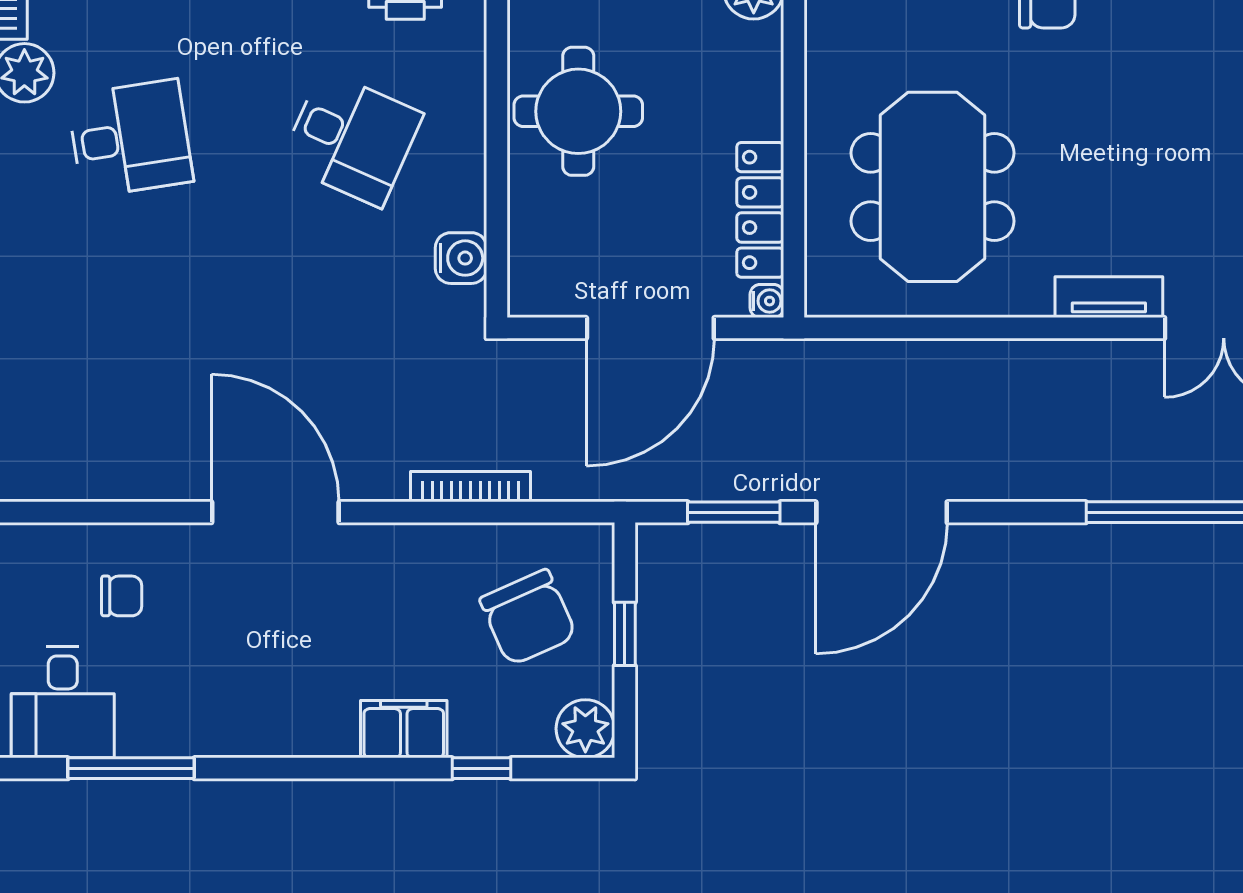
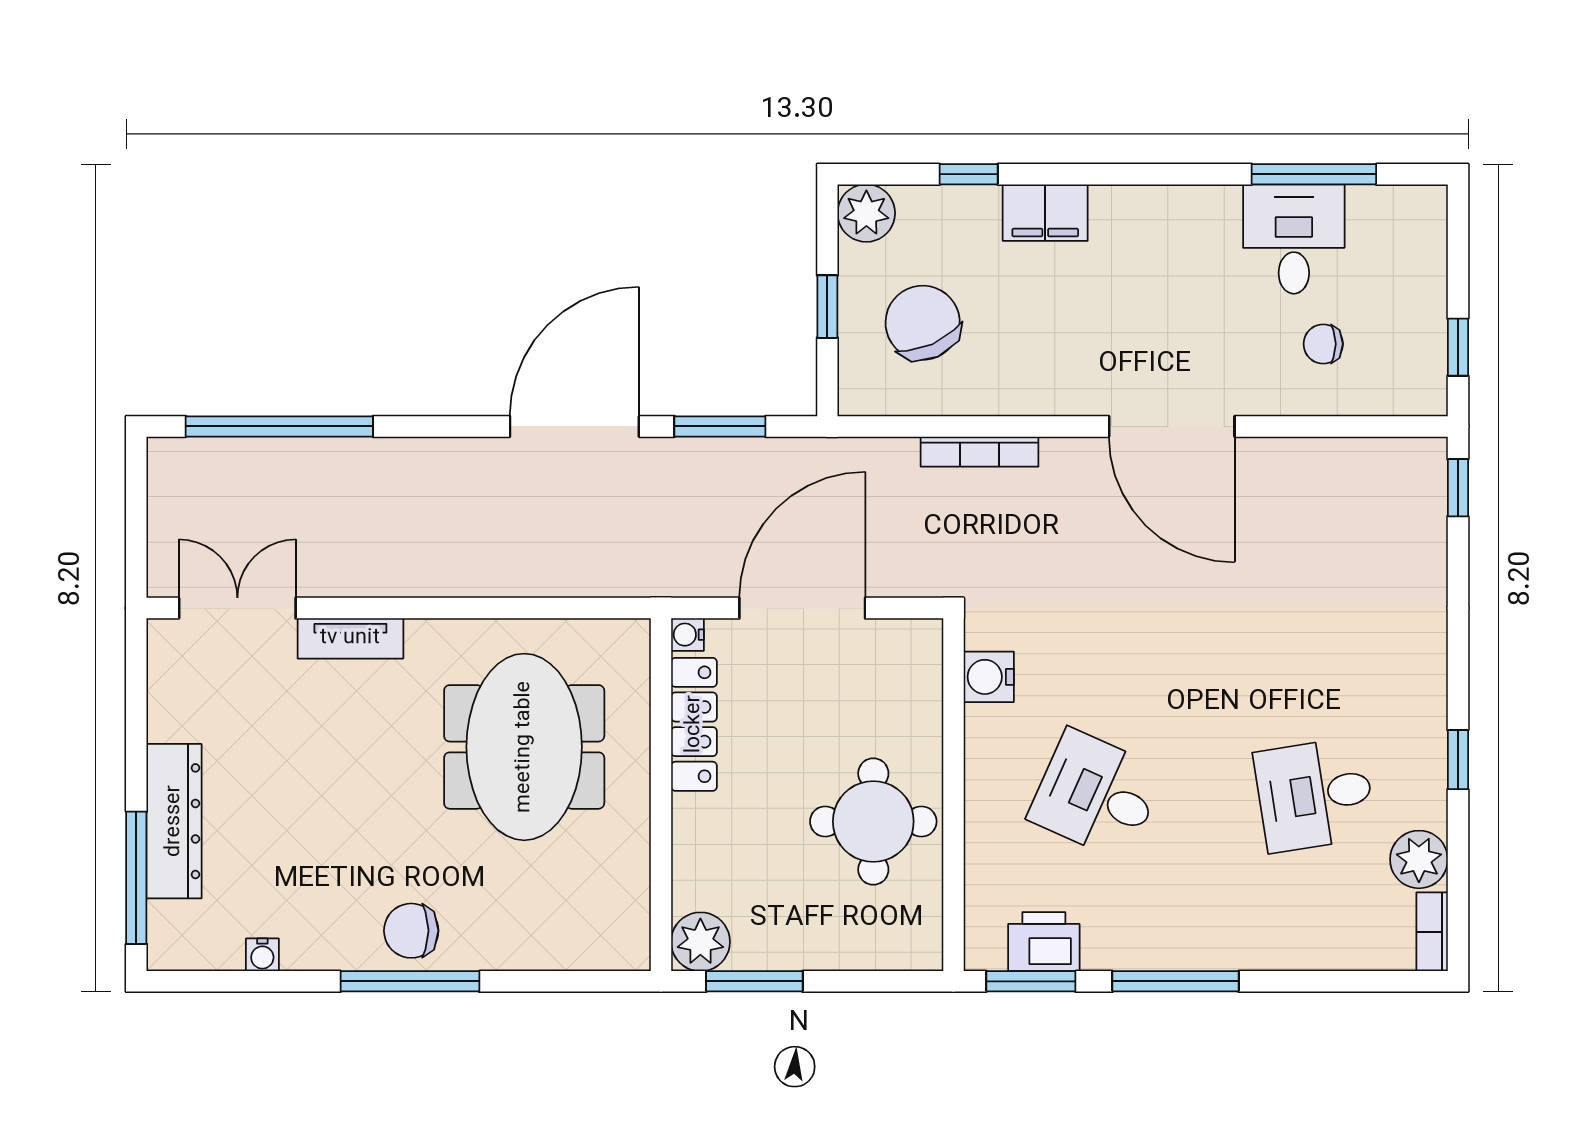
desk: (63, 702) -> (1294, 239), moved

